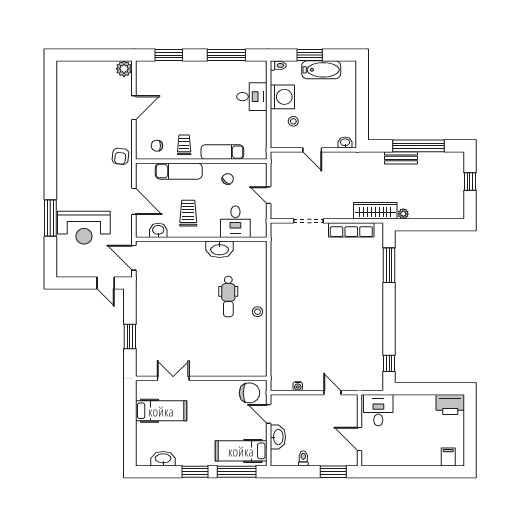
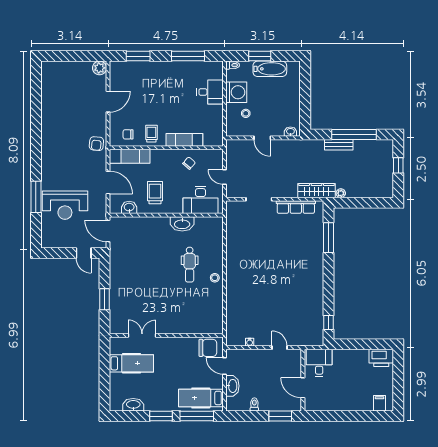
exam couch: (179, 171) -> (130, 156), moved
desk: (235, 222) -> (200, 200), width x1.37

